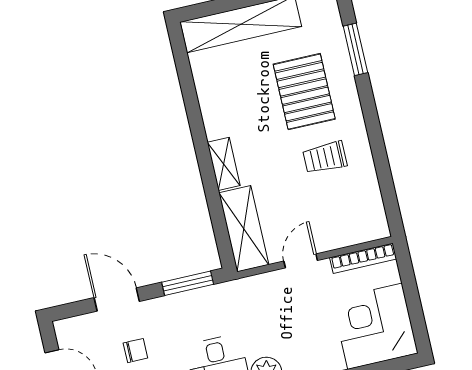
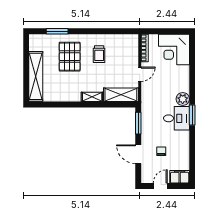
pallet: (304, 92) -> (70, 57), turned 90
door: (301, 261) -> (140, 74), swing flipped
door: (117, 299) -> (138, 154), hinge flipped

